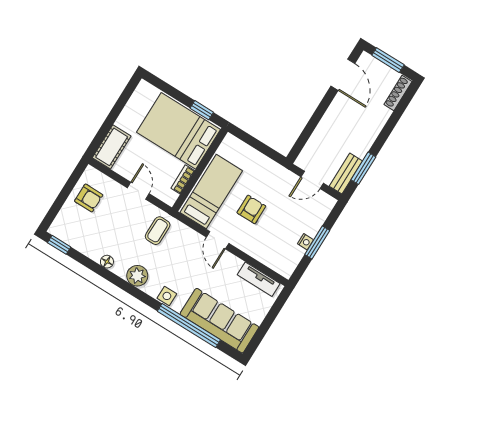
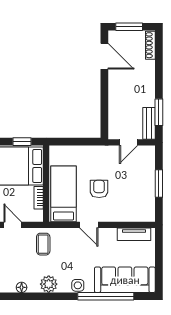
nightstand: (305, 242) -> (150, 188), removed

